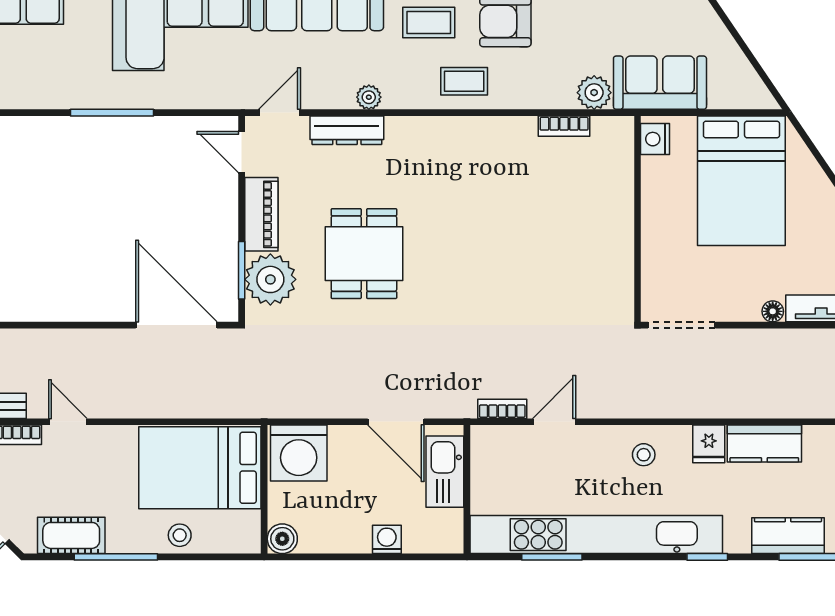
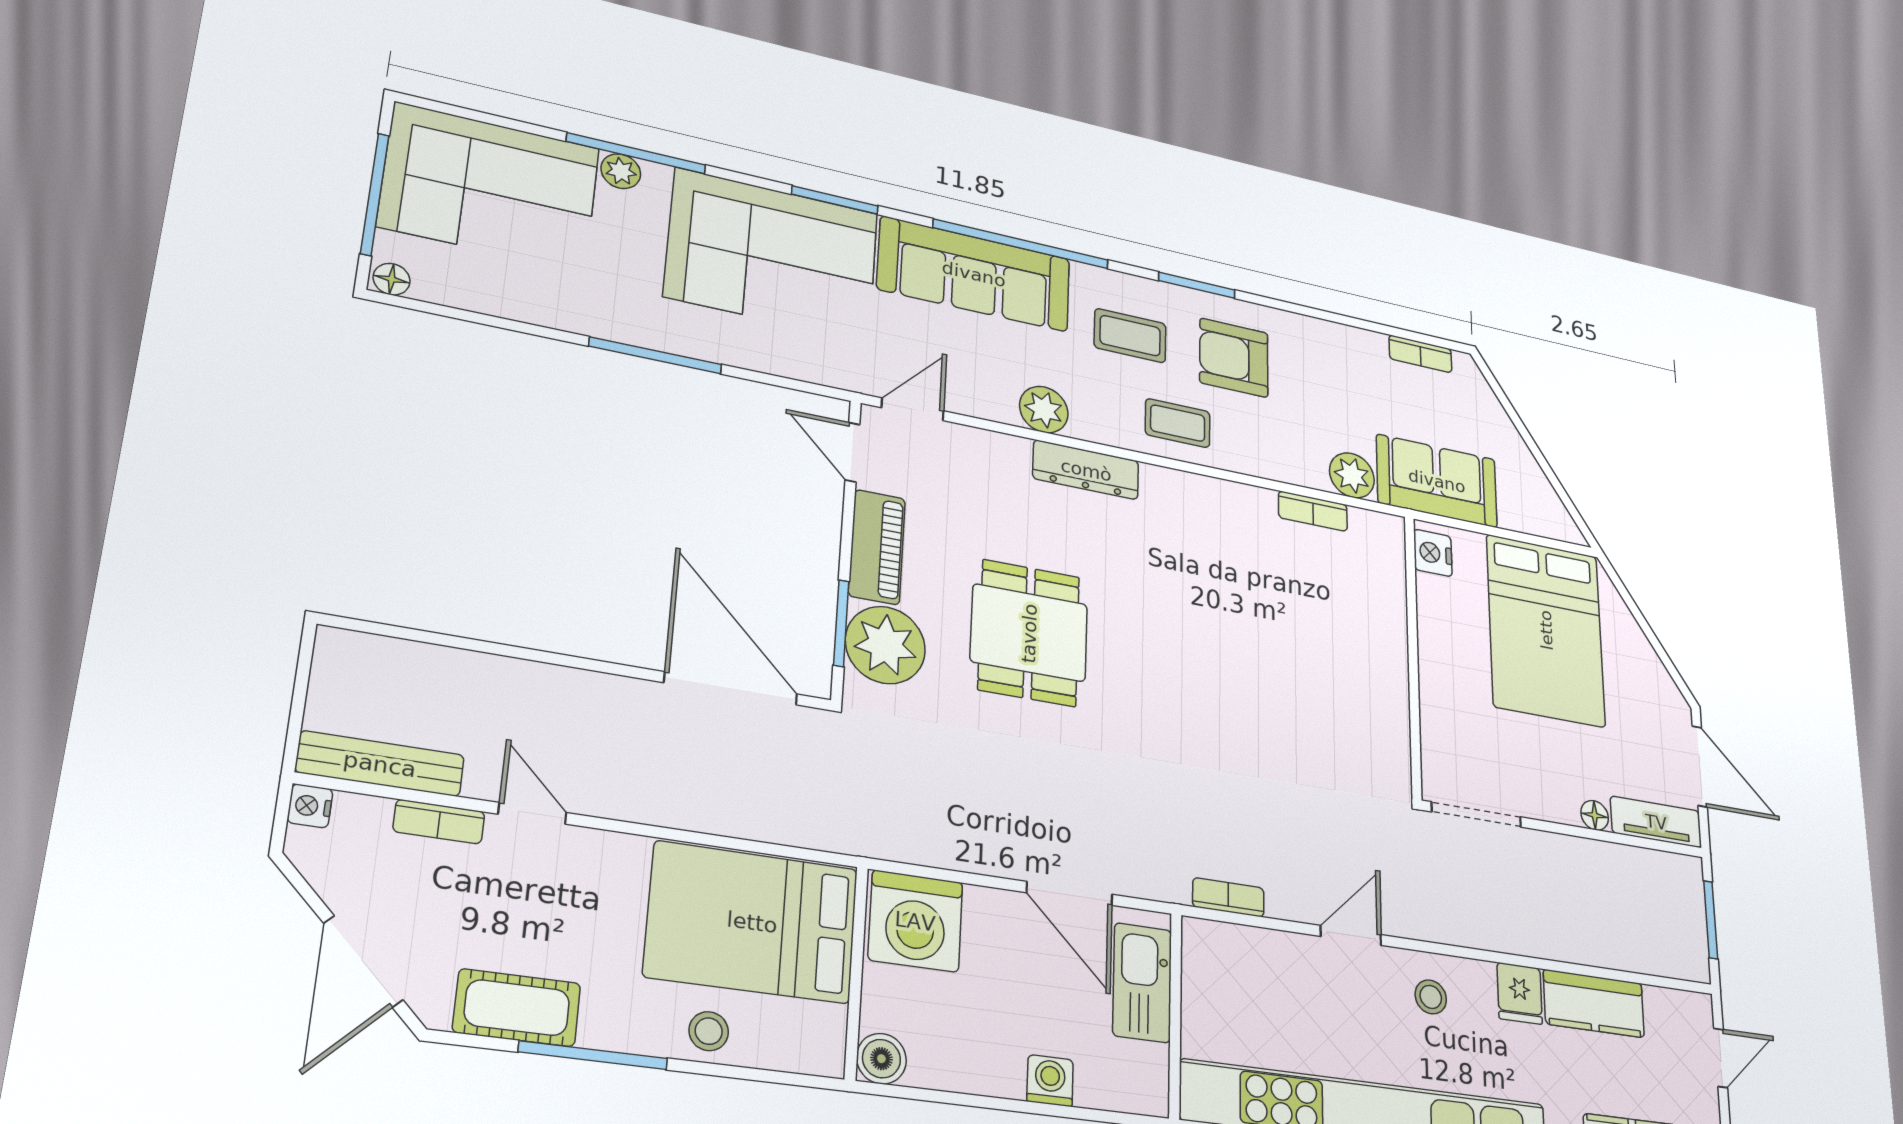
plant: (369, 97) -> (1044, 410), width x1.38, depth x1.38
dresser: (347, 130) -> (1086, 470), moved
door: (554, 422) -> (1351, 935), moved

